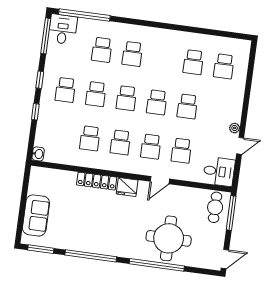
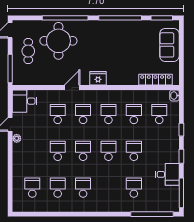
desk: (63, 29) -> (167, 174), moved, turned -90
school desk: (132, 54) -> (83, 188), moved
school desk: (65, 90) -> (159, 114), moved
locker: (97, 181) -> (155, 80), moved
cafe table: (215, 207) -> (28, 51), moved

